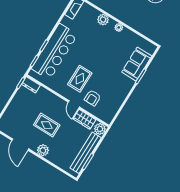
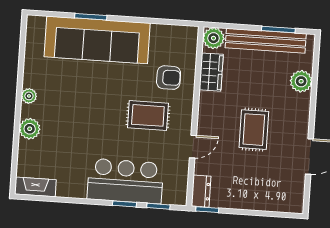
bar counter: (55, 52) -> (125, 181), width x0.73
sofa: (137, 64) -> (97, 40), width x1.85, depth x1.27
door: (74, 104) -> (193, 147), moved
plant: (43, 150) -> (301, 81), moved

